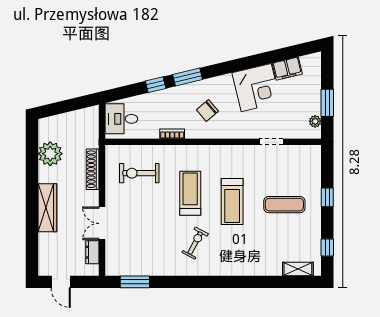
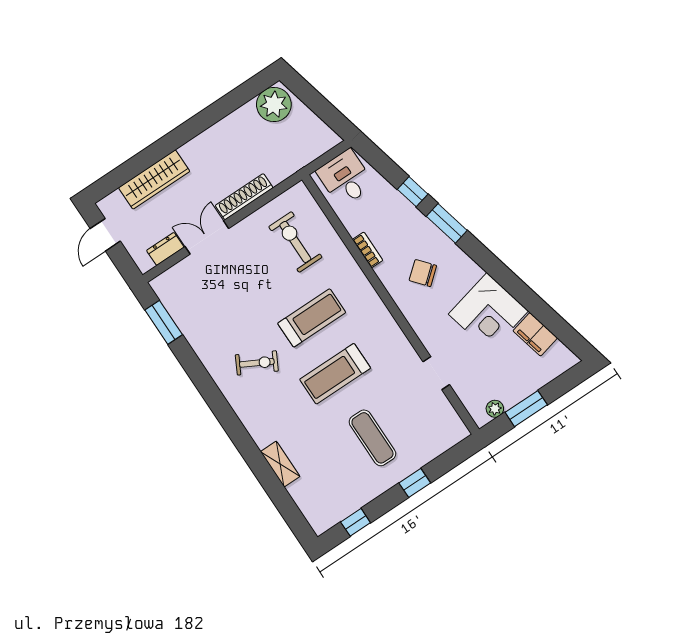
plant: (50, 154) -> (274, 105), moved
shoe rack: (93, 169) -> (244, 197), moved
wardrobe: (47, 208) -> (154, 179), moved
shelving: (298, 269) -> (280, 464), moved

